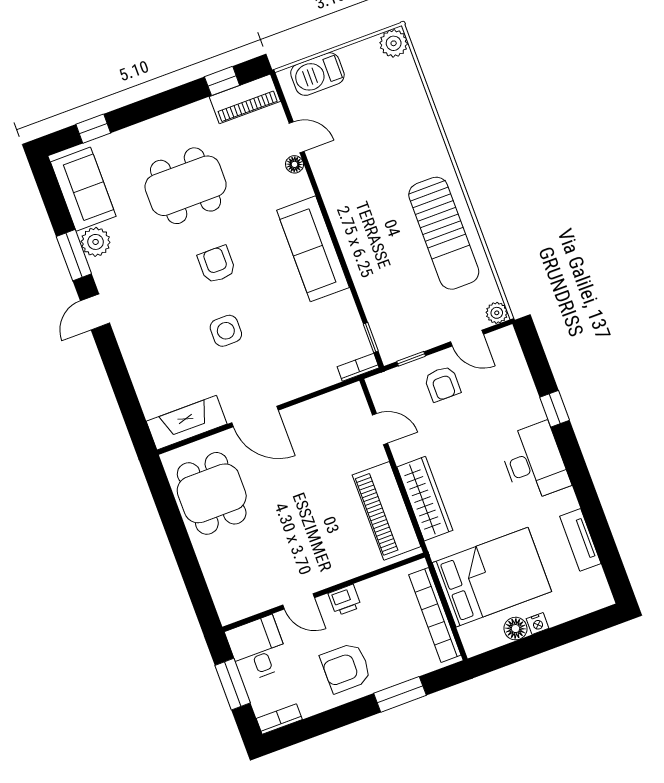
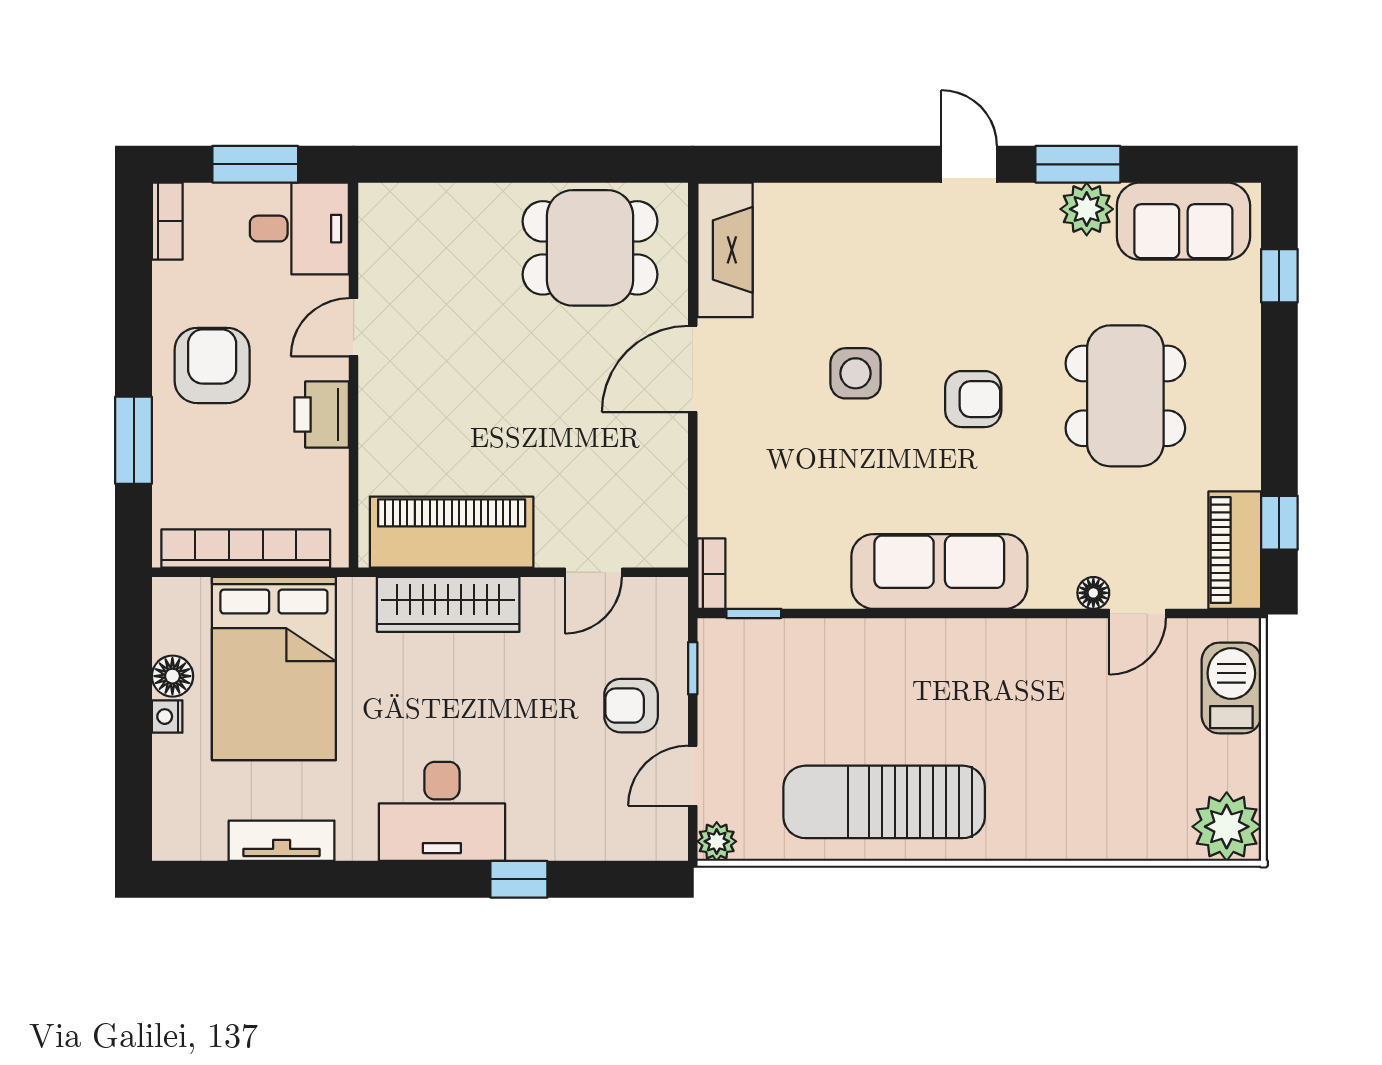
plant: (394, 43) -> (1227, 827), width x1.36, depth x1.36
printer: (345, 600) -> (322, 415), width x1.36, depth x1.24

